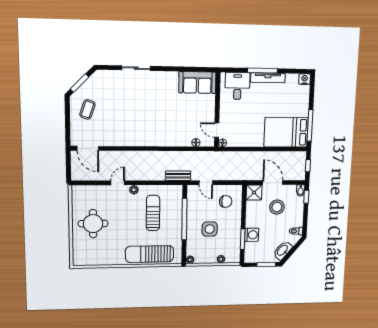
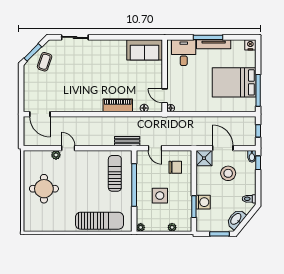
sliding door: (136, 68) -> (75, 37), moved
coffee table: (87, 109) -> (45, 62), moved
bed: (286, 132) -> (234, 82), moved
piano: (169, 140) -> (118, 105), added
door: (118, 183) -> (68, 148), hinge flipped
plant: (134, 190) -> (56, 155), moved
sun lounger: (153, 213) -> (115, 173), moved
sun lounger: (150, 254) -> (100, 221), turned 180

